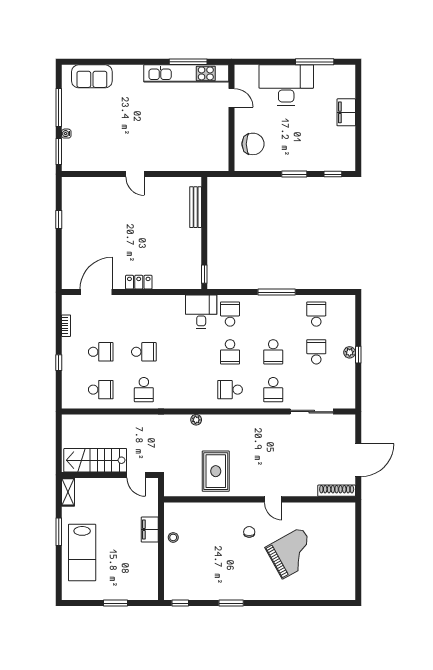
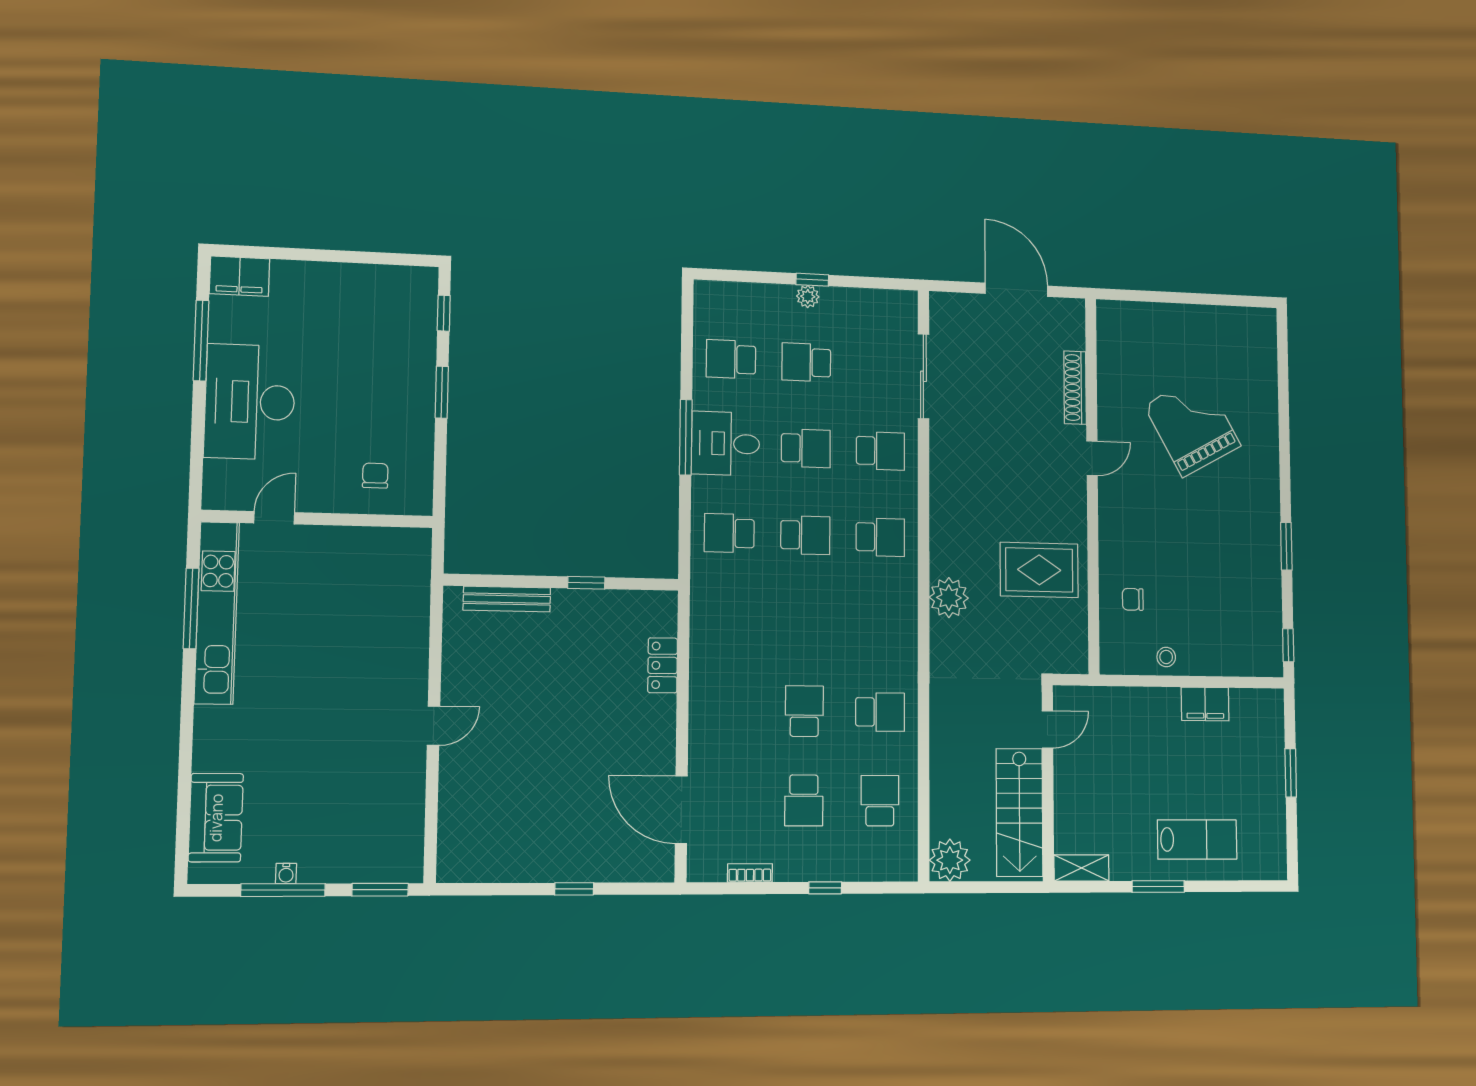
filing cabinet: (346, 112) -> (240, 276), moved
water cooler: (66, 134) -> (286, 874), moved
chair: (253, 144) -> (375, 476), width x0.54, depth x0.54
window: (59, 220) -> (574, 889), moved
window: (204, 274) -> (586, 583), moved
locker: (139, 282) -> (663, 665), moved
desk: (201, 312) -> (726, 444), moved
school desk: (101, 352) -> (804, 800), turned 180
school desk: (230, 390) -> (880, 537), turned -90
plant: (196, 420) -> (949, 598), width x1.88, depth x1.88
plant: (72, 425) -> (950, 860), added
shoe rack: (337, 491) -> (1075, 388), moved
filing cabinet: (150, 530) -> (1205, 704), moved
chair: (249, 532) -> (1133, 599), moved
lab bench: (82, 553) -> (1197, 839), width x0.73, depth x0.72

